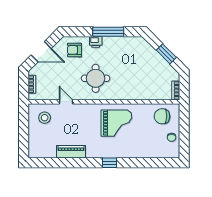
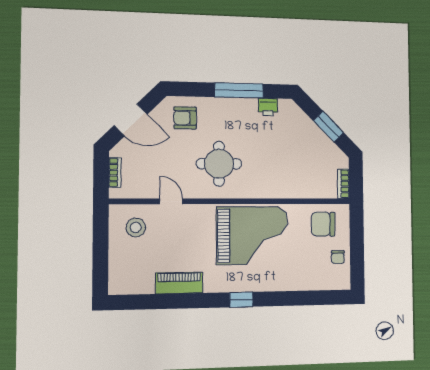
printer: (96, 42) -> (268, 107), moved
grand piano: (116, 123) -> (252, 236), width x1.37, depth x1.48

